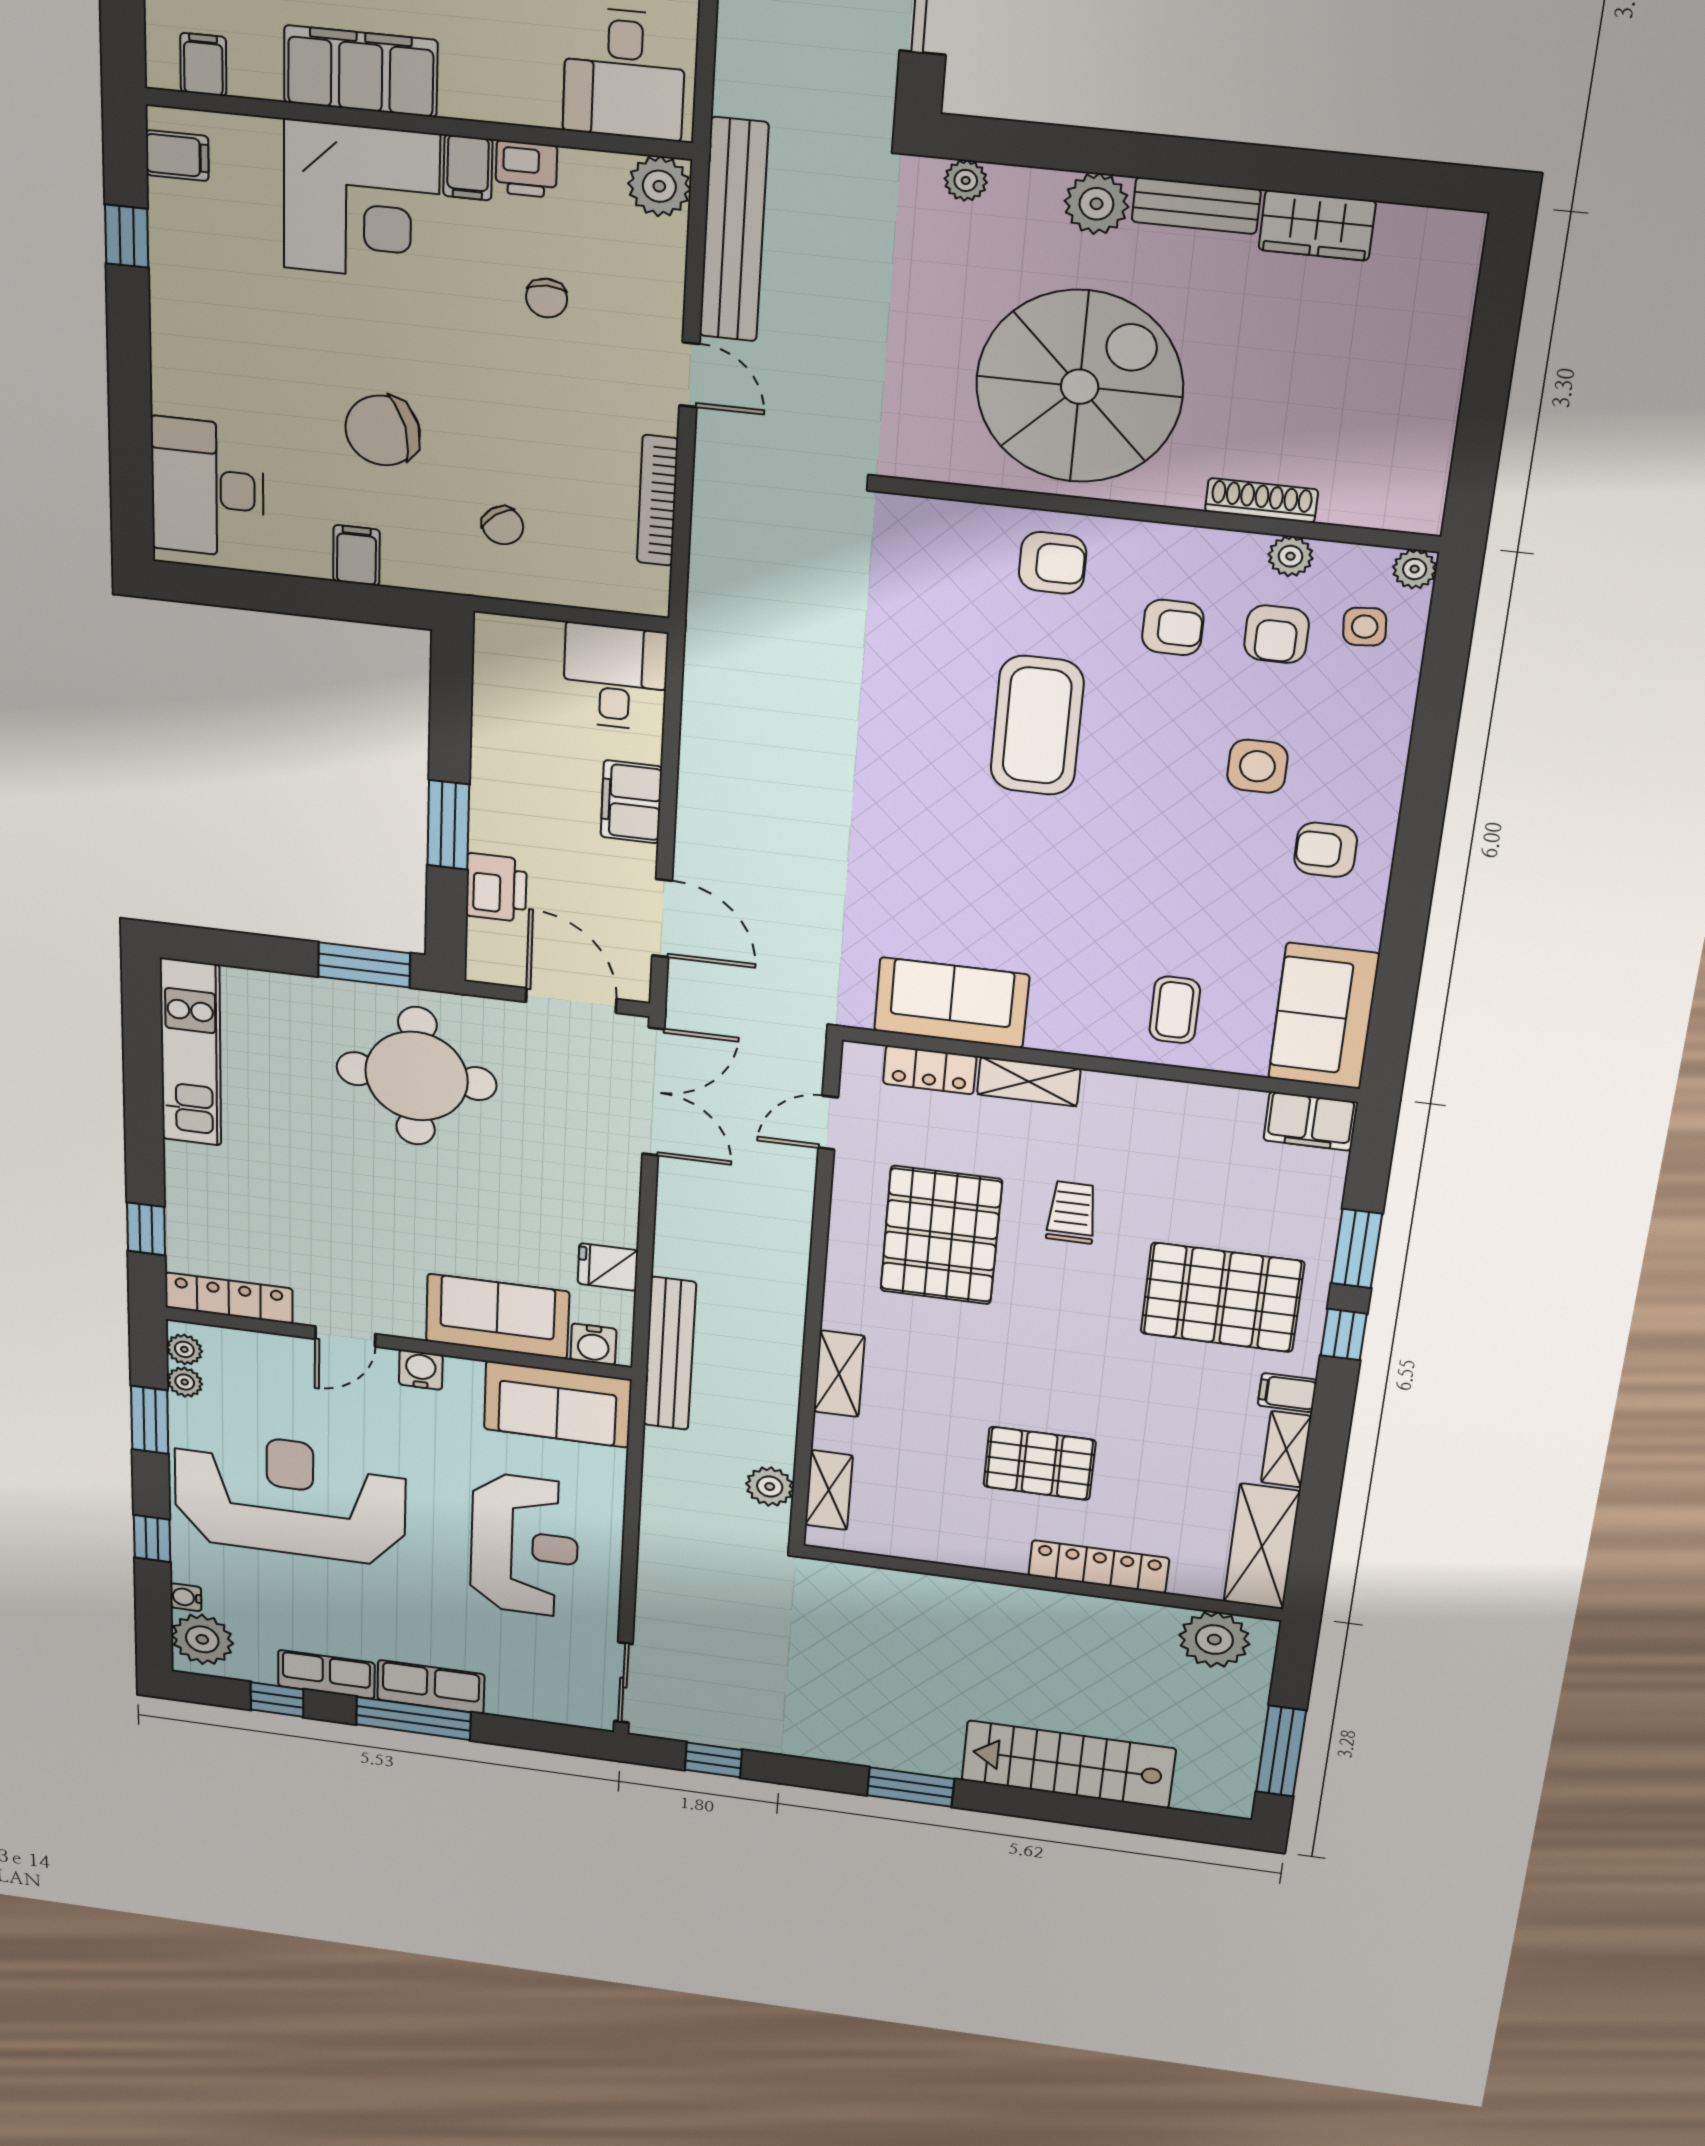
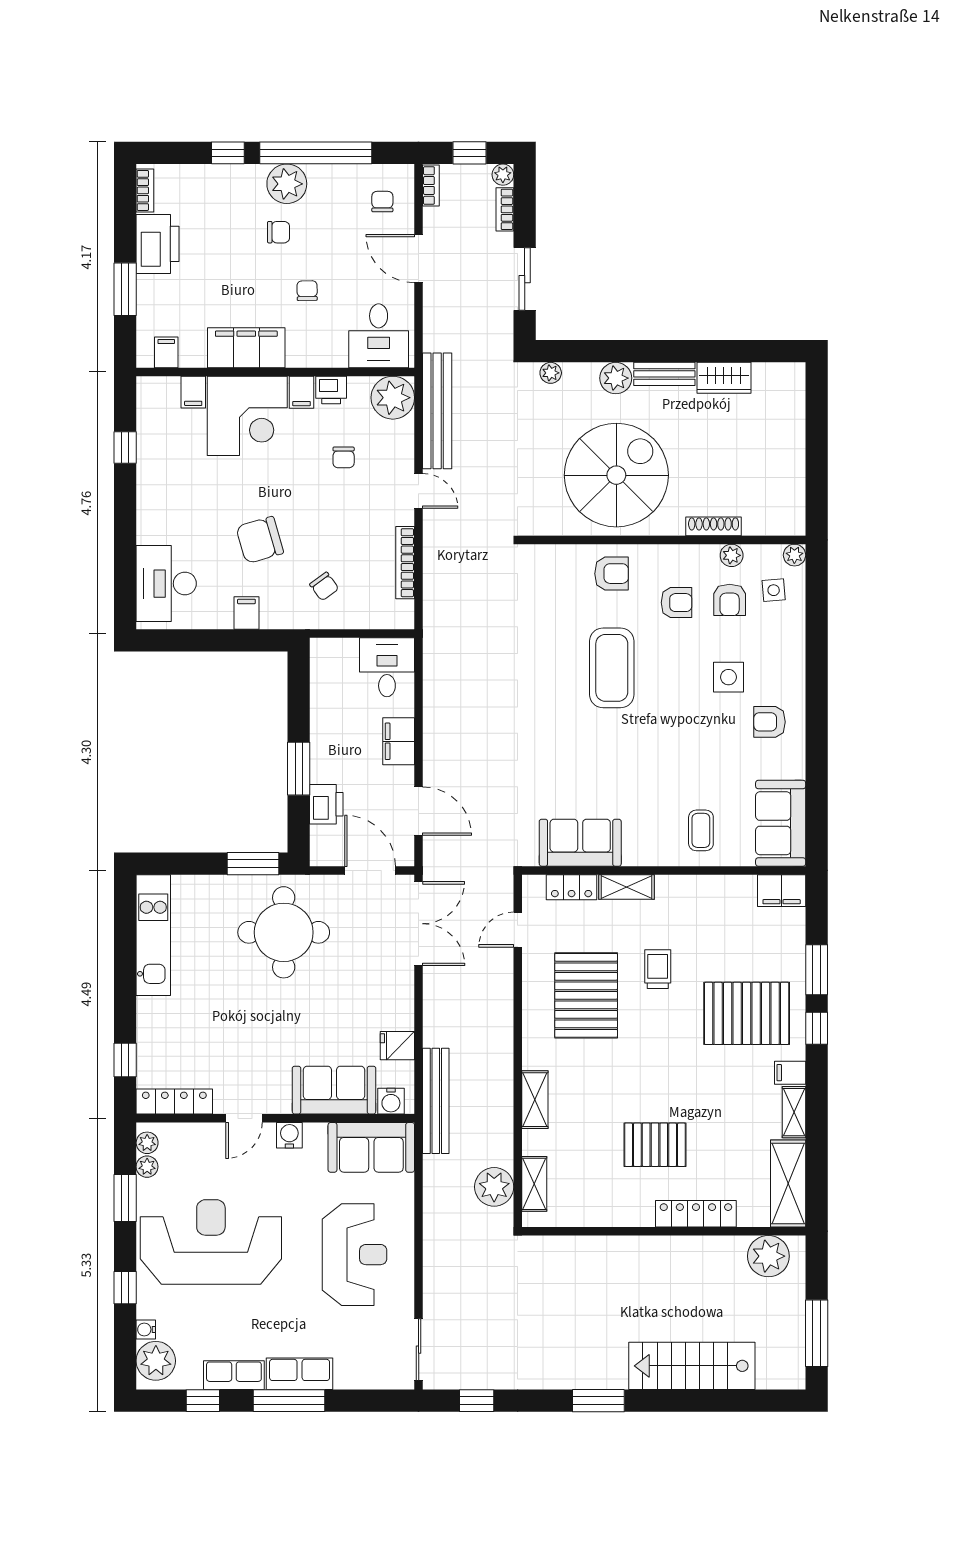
filing cabinet: (177, 156) -> (193, 392), moved, turned 90
plant: (659, 186) -> (393, 398), width x1.36, depth x1.36
plant: (770, 1487) -> (494, 1187), width x1.36, depth x1.36

